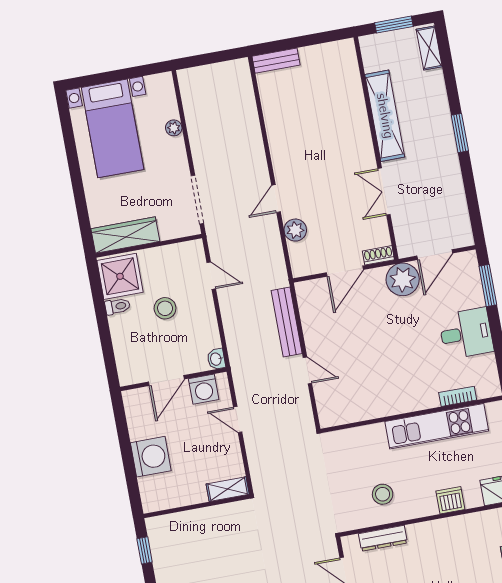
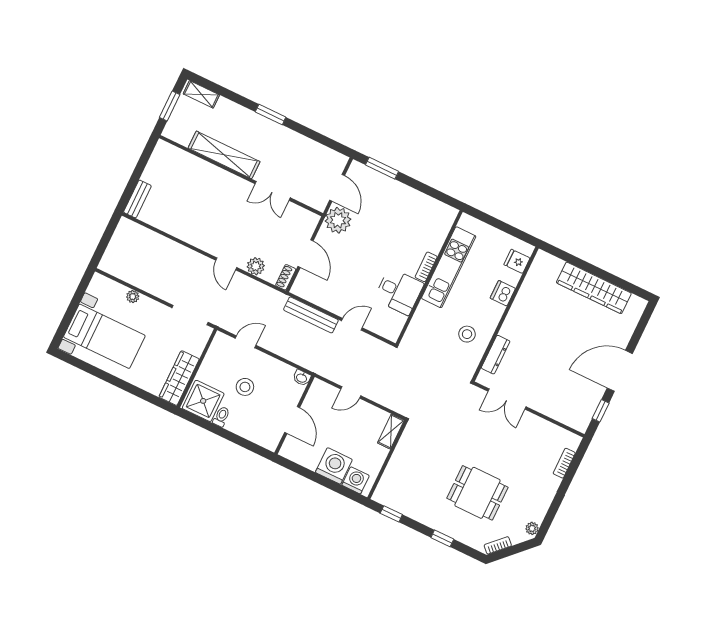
shoe rack: (378, 255) -> (286, 277), moved
desk: (466, 333) -> (399, 291), moved, turned 90
washing machine: (204, 389) -> (356, 480), moved, turned -90
bookcase: (458, 396) -> (426, 267), moved

